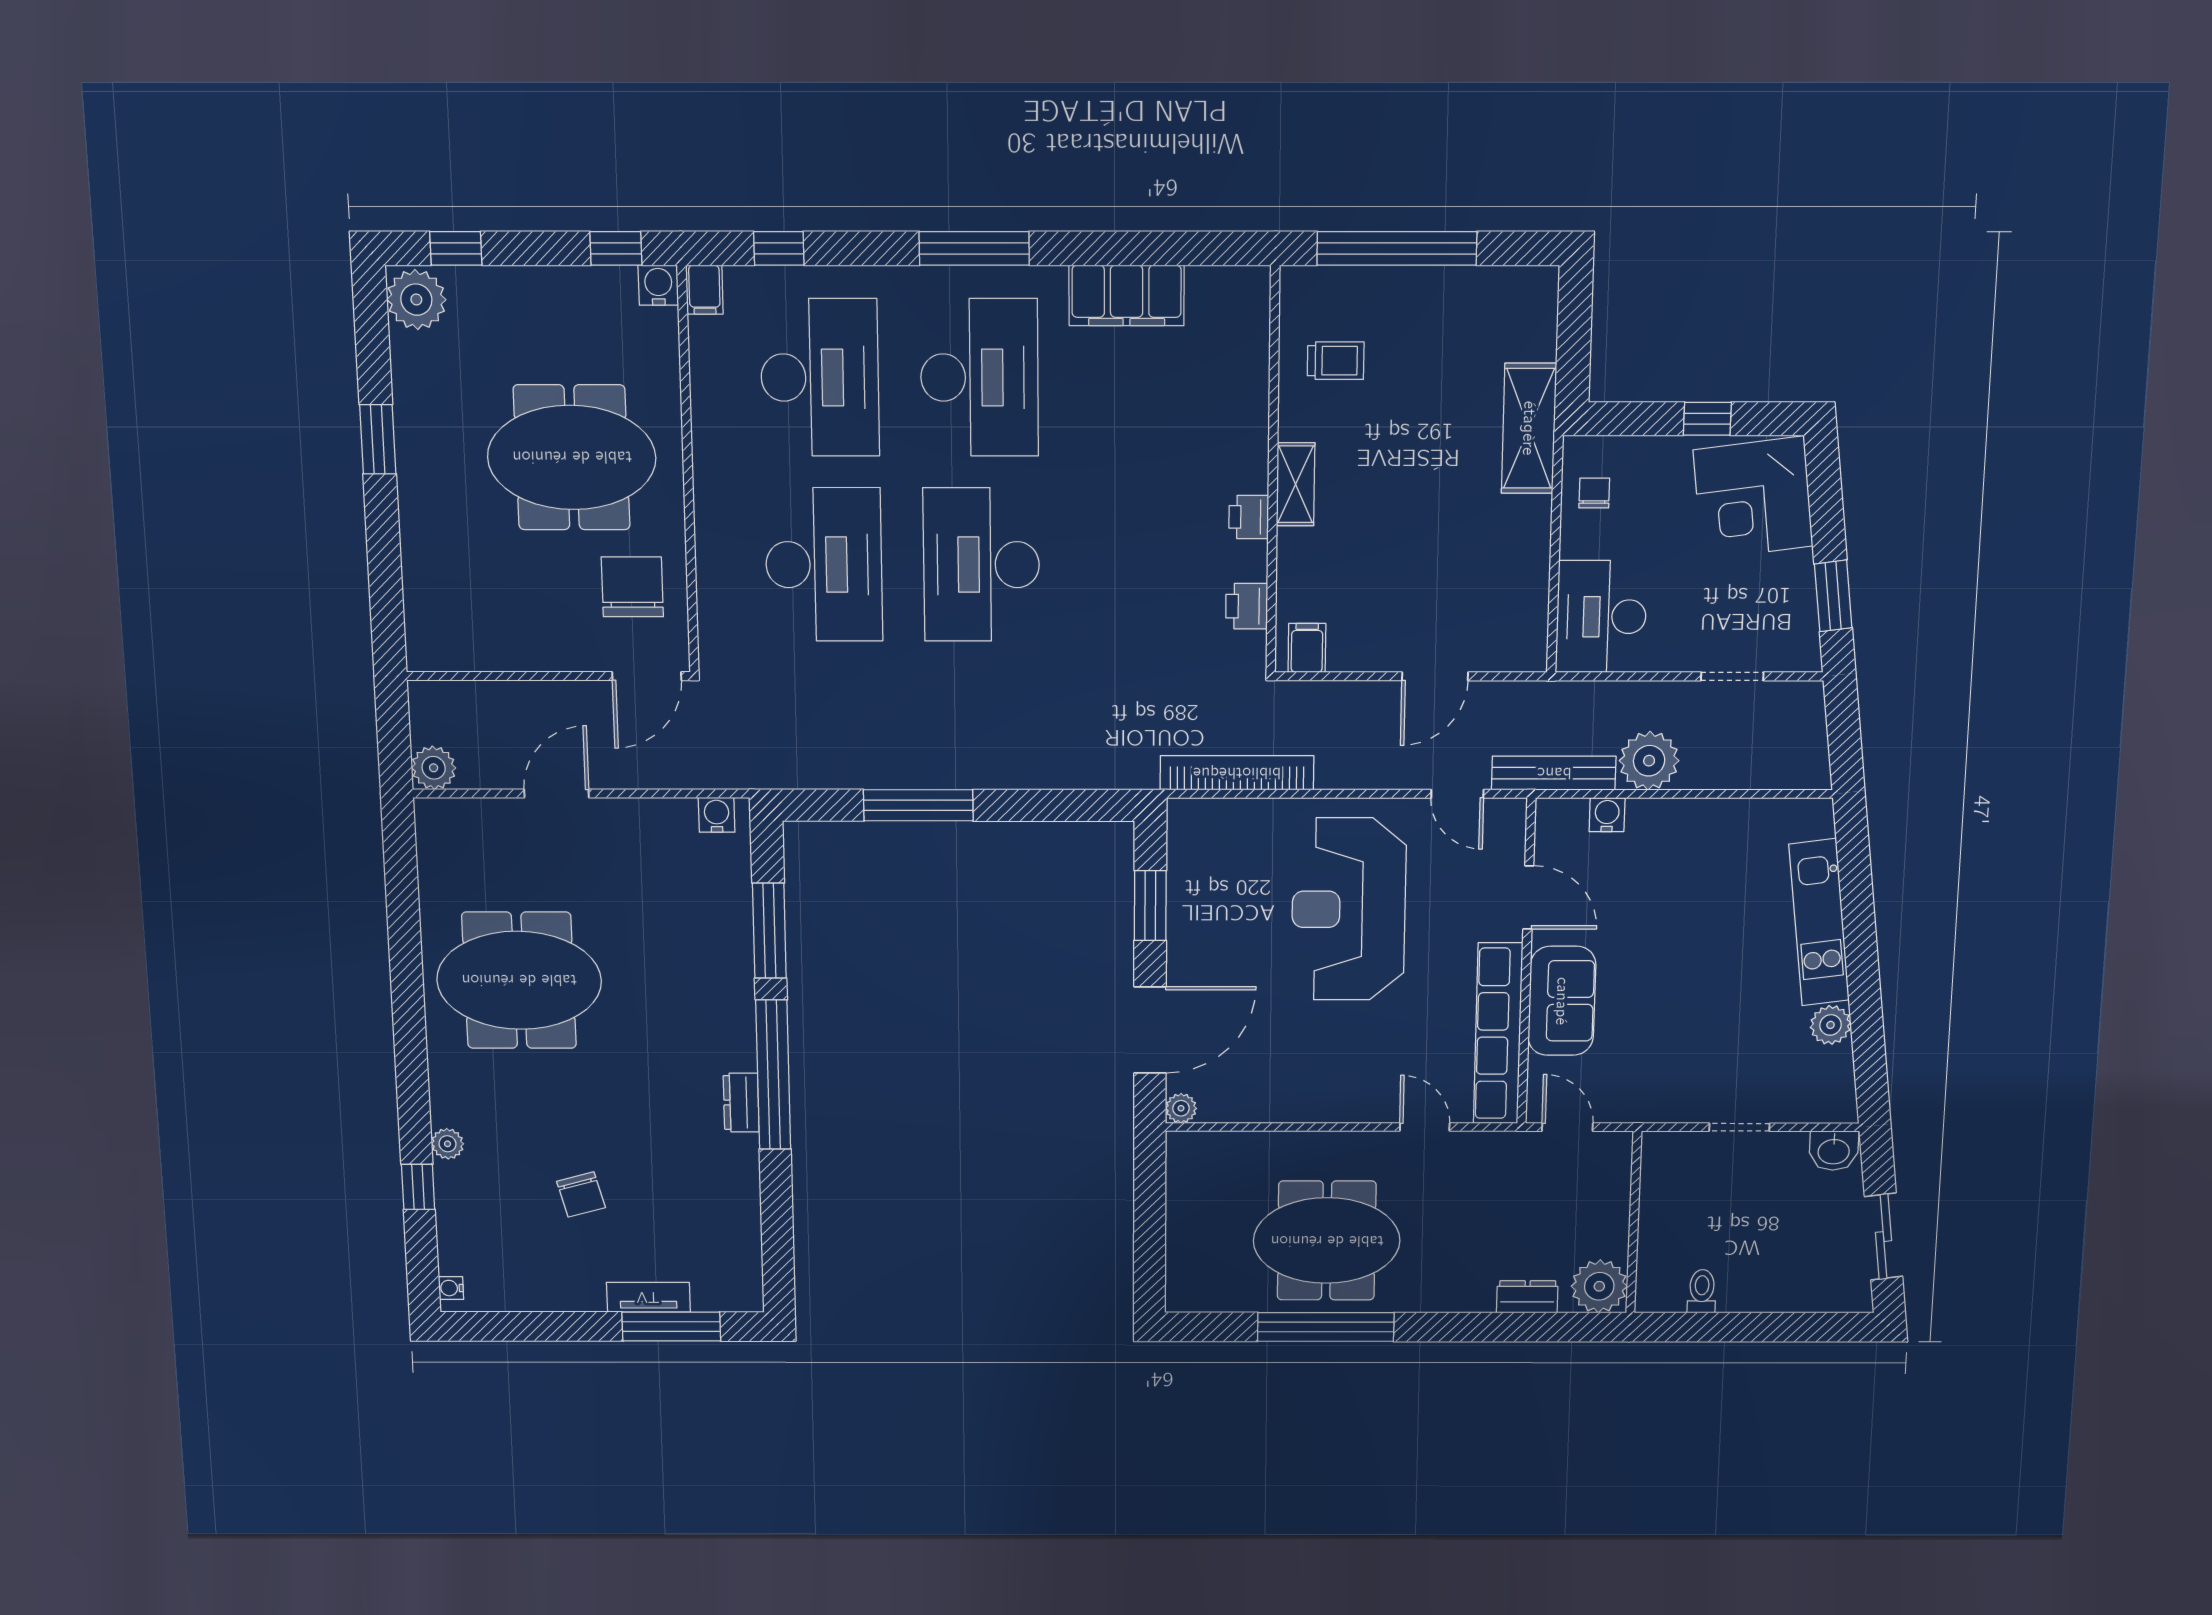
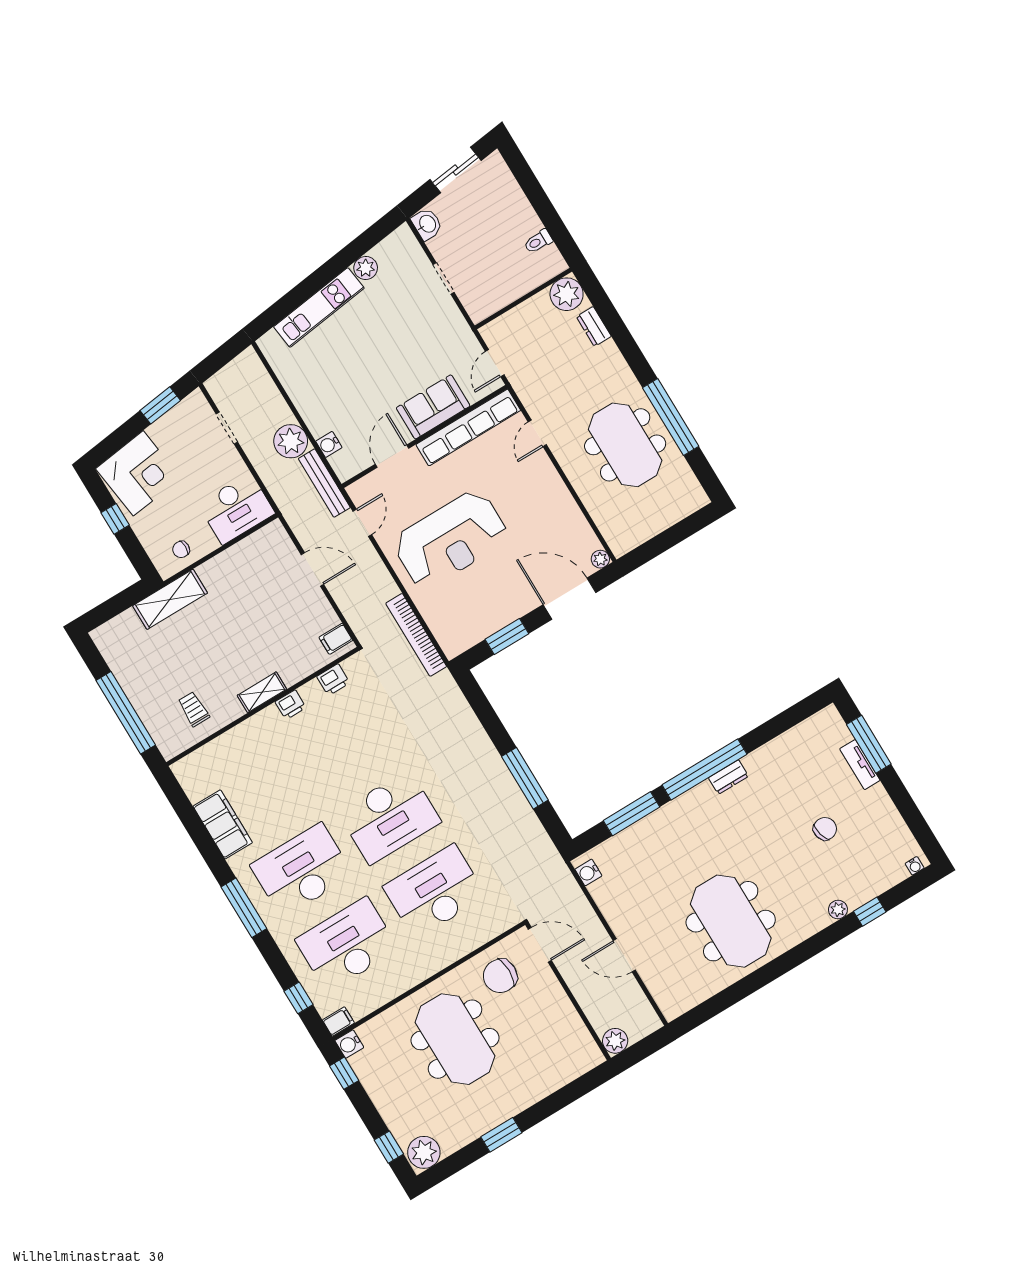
plant: (434, 768) -> (615, 1041), moved

